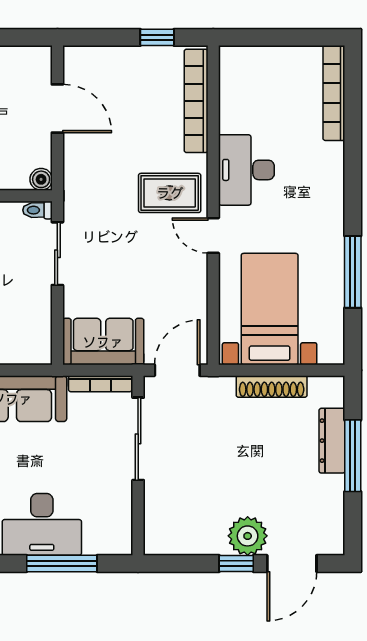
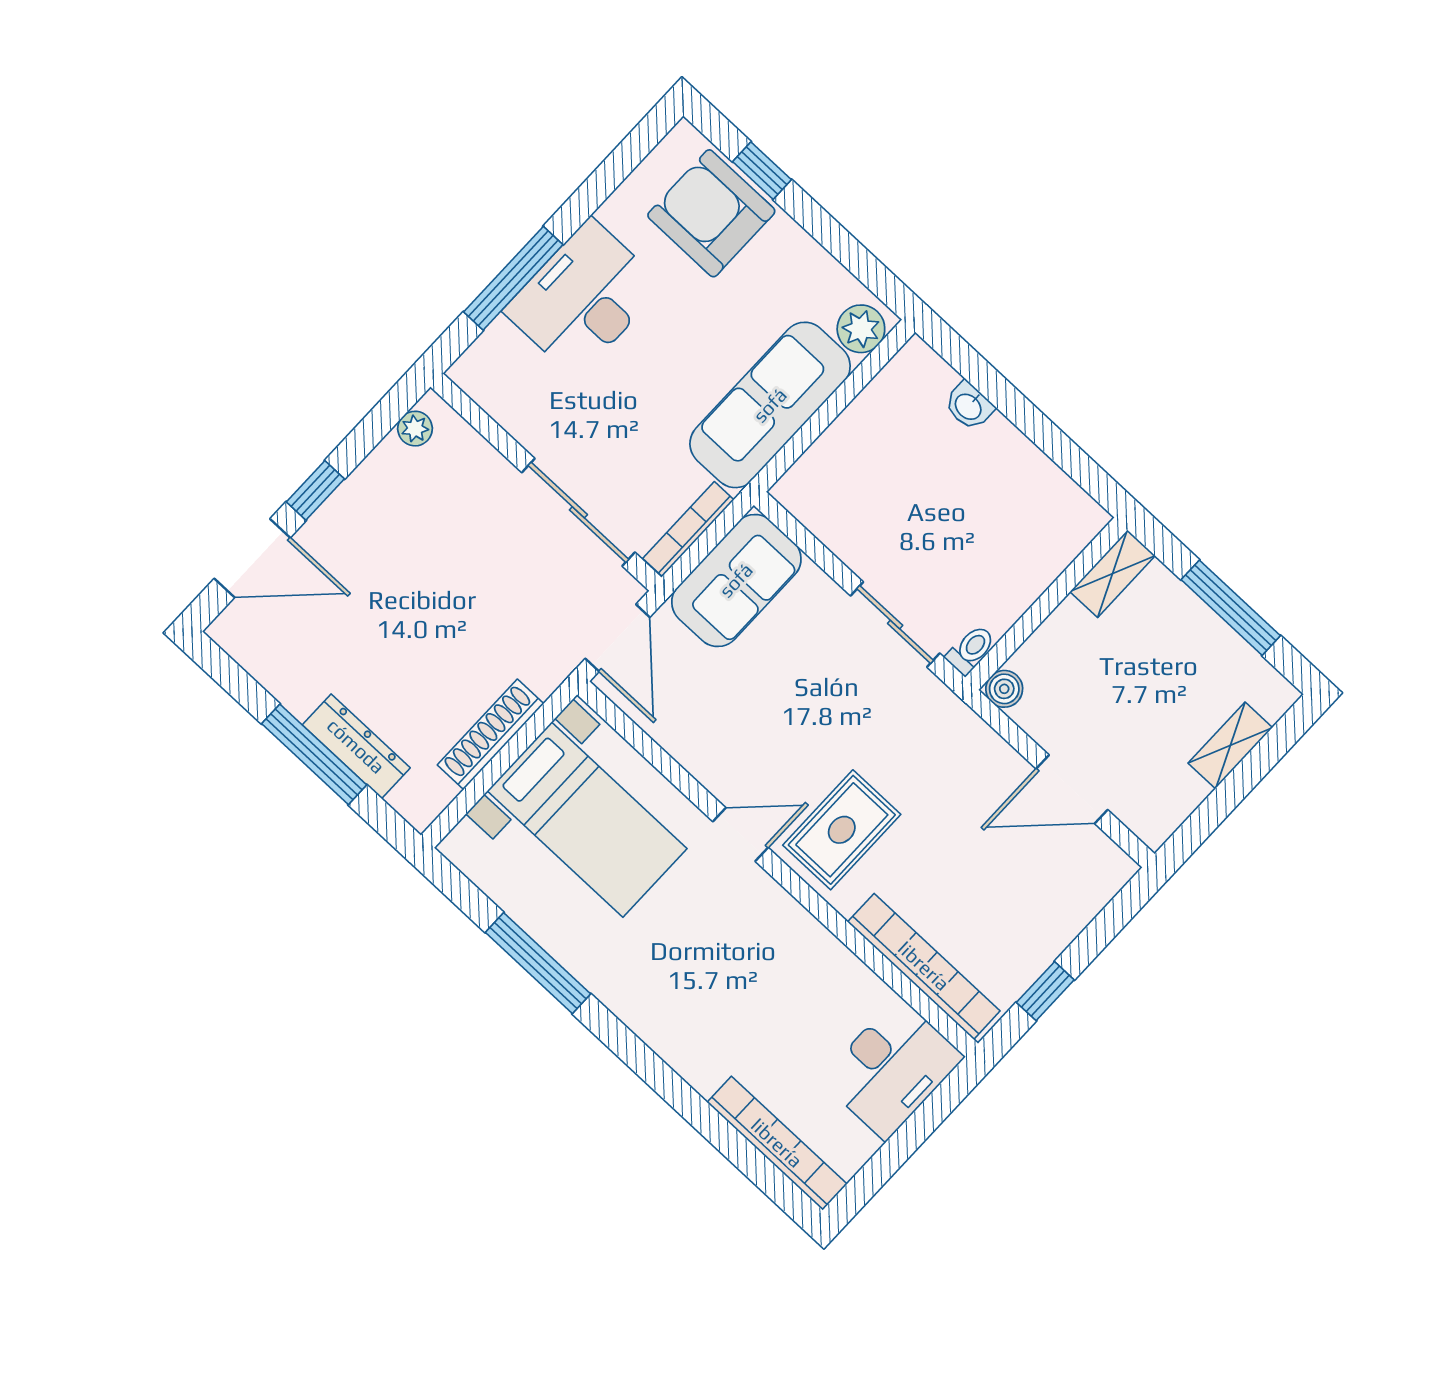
desk: (246, 170) -> (892, 1068), moved, turned 90
plant: (248, 536) -> (415, 429), moved, width x0.53, depth x0.53
door: (292, 564) -> (252, 558), swing flipped

